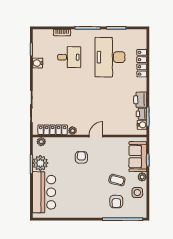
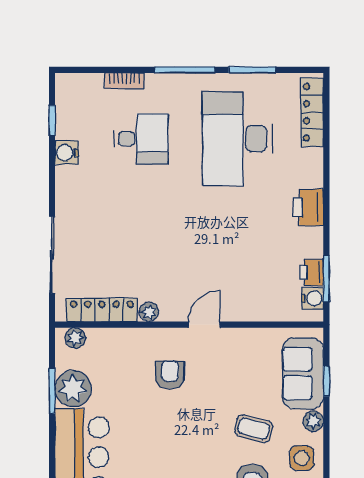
locker: (142, 63) -> (312, 112), moved
printer: (140, 100) -> (308, 207), moved

